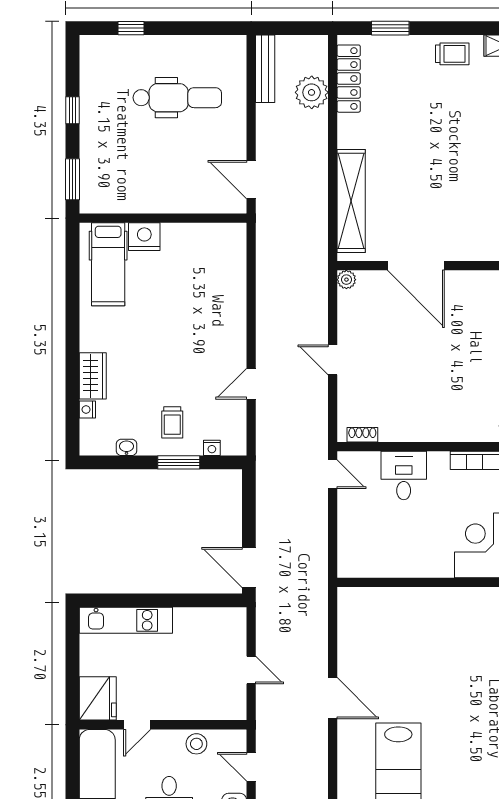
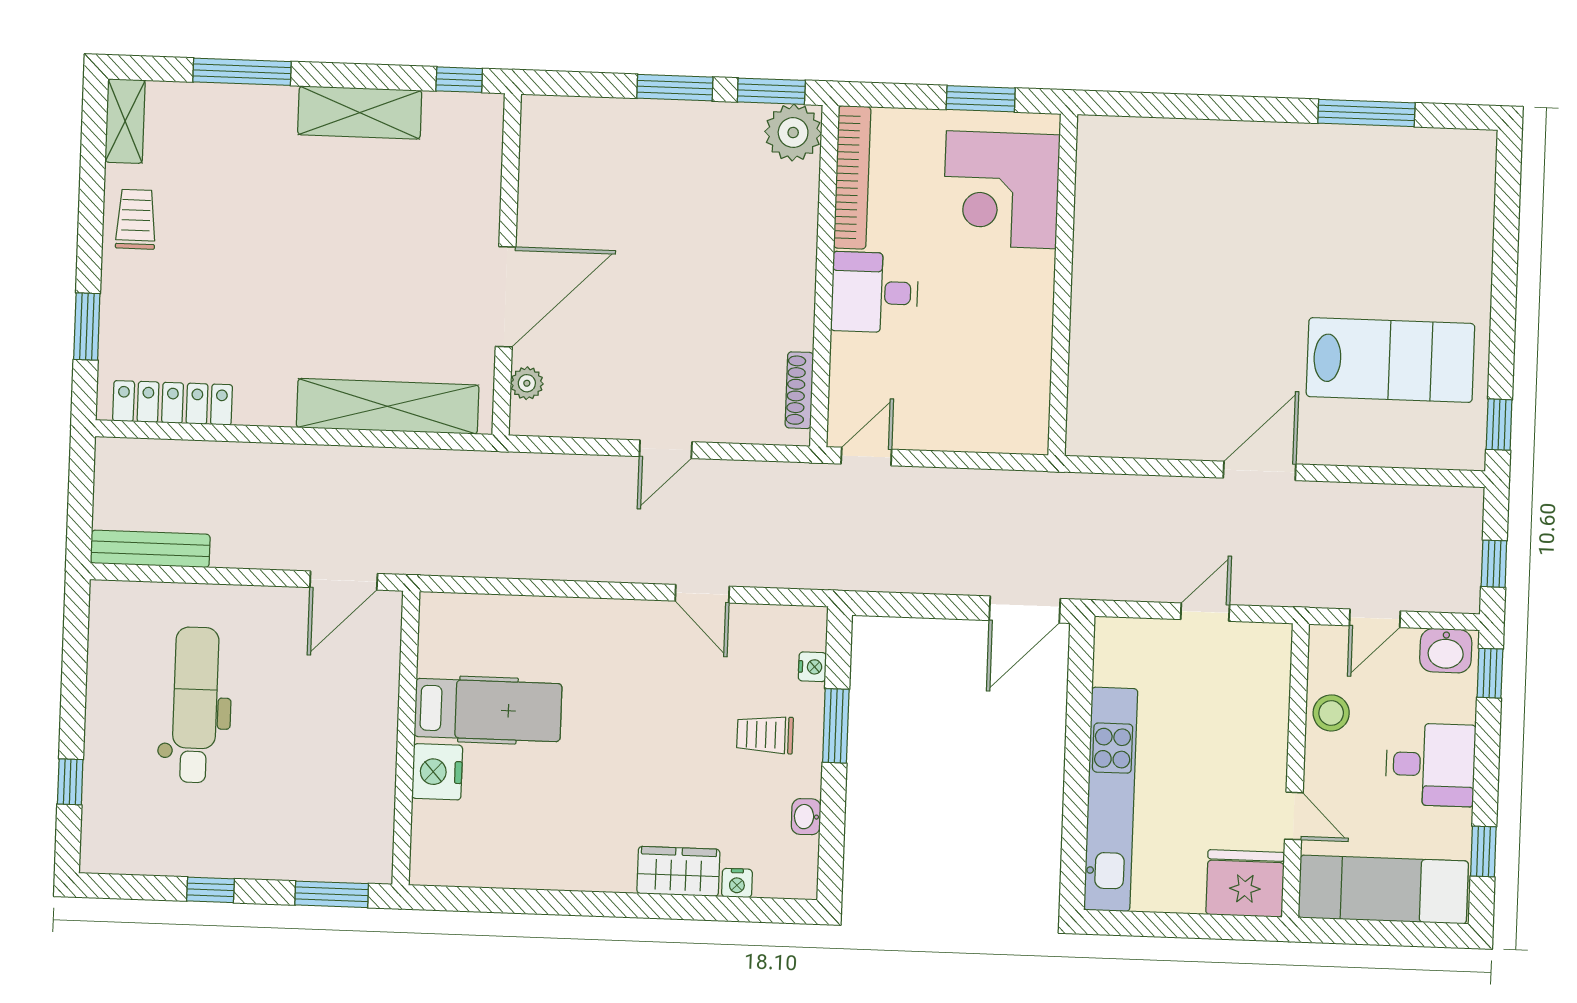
plant: (312, 92) -> (195, 469), removed
hospital bed: (108, 264) -> (488, 710), moved
plant: (346, 280) -> (527, 383), moved
trolley: (172, 422) -> (765, 735), turned 180
shoe rack: (362, 435) -> (799, 390), width x1.43
desk: (404, 475) -> (875, 292), moved
kitchen unit: (126, 620) -> (1111, 799), width x1.36

